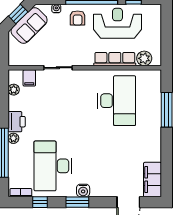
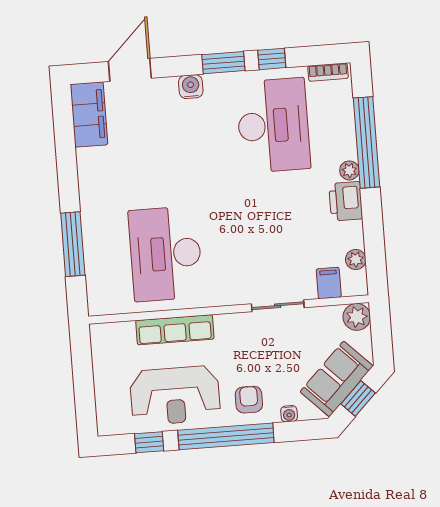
plant: (144, 58) -> (357, 317), moved
water cooler: (83, 190) -> (191, 87), moved
window: (40, 202) -> (272, 59), moved

